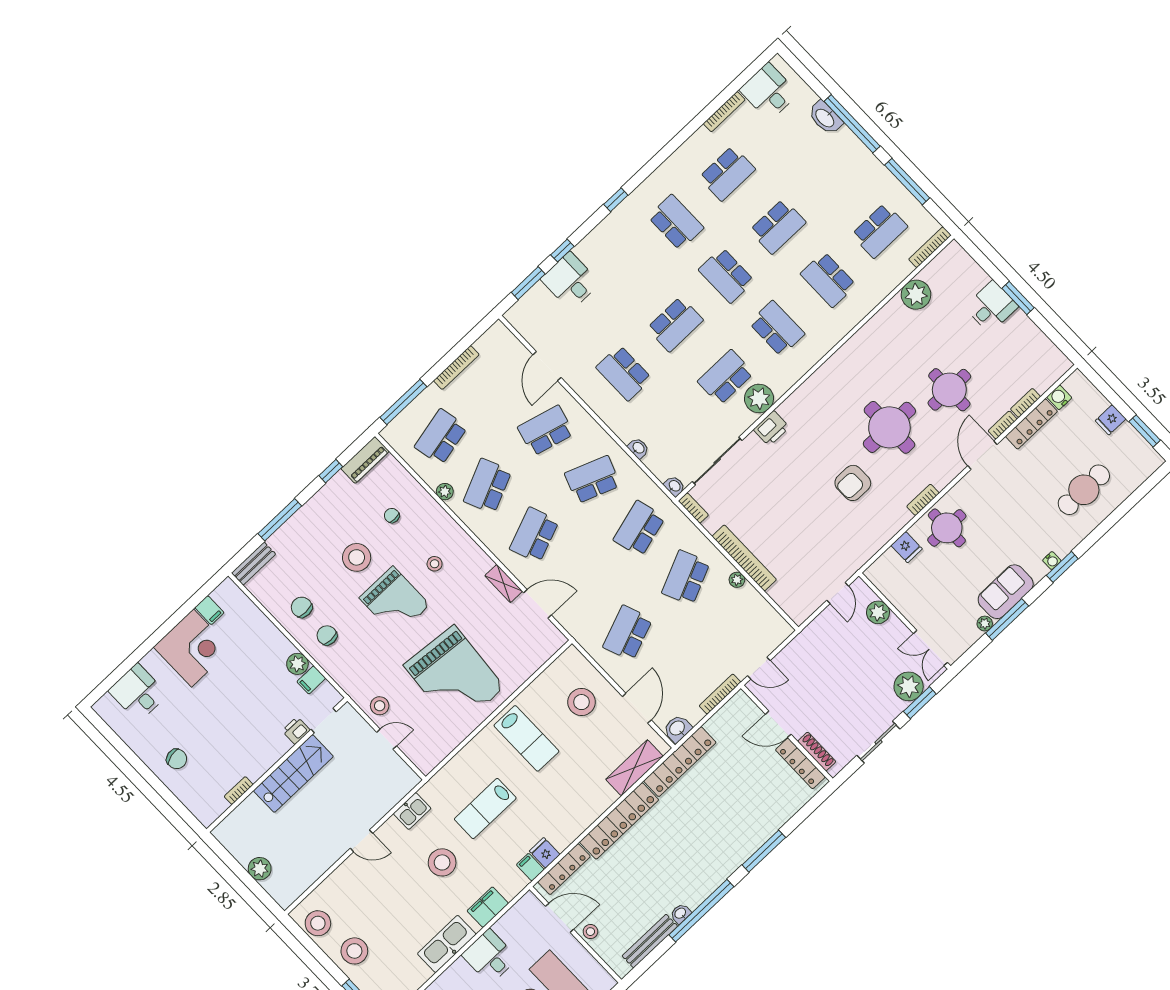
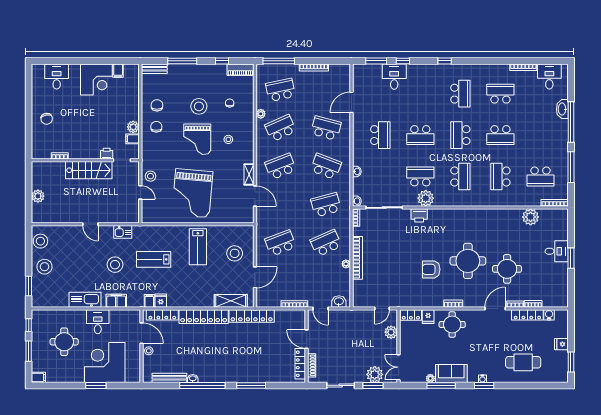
school desk: (727, 173) -> (500, 94), turned 180
school desk: (624, 373) -> (380, 135), turned 180
locker: (882, 566) -> (411, 315), added
washbasin: (677, 728) -> (339, 302), moved

